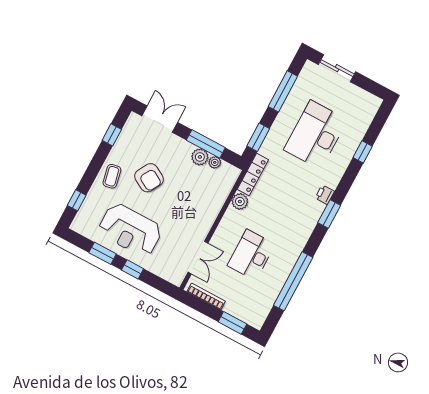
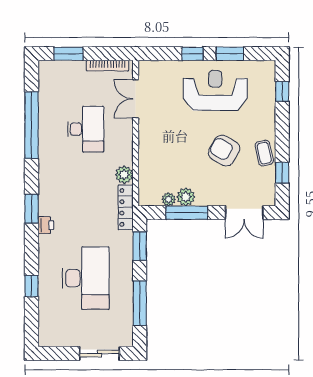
coffee table: (112, 176) -> (264, 153), moved

